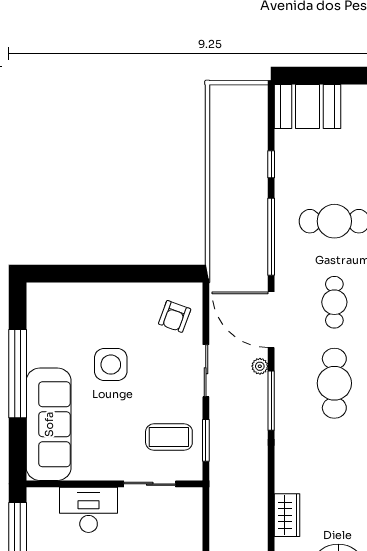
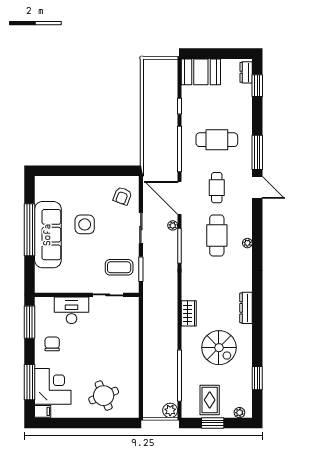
sofa: (49, 424) -> (48, 235), moved

